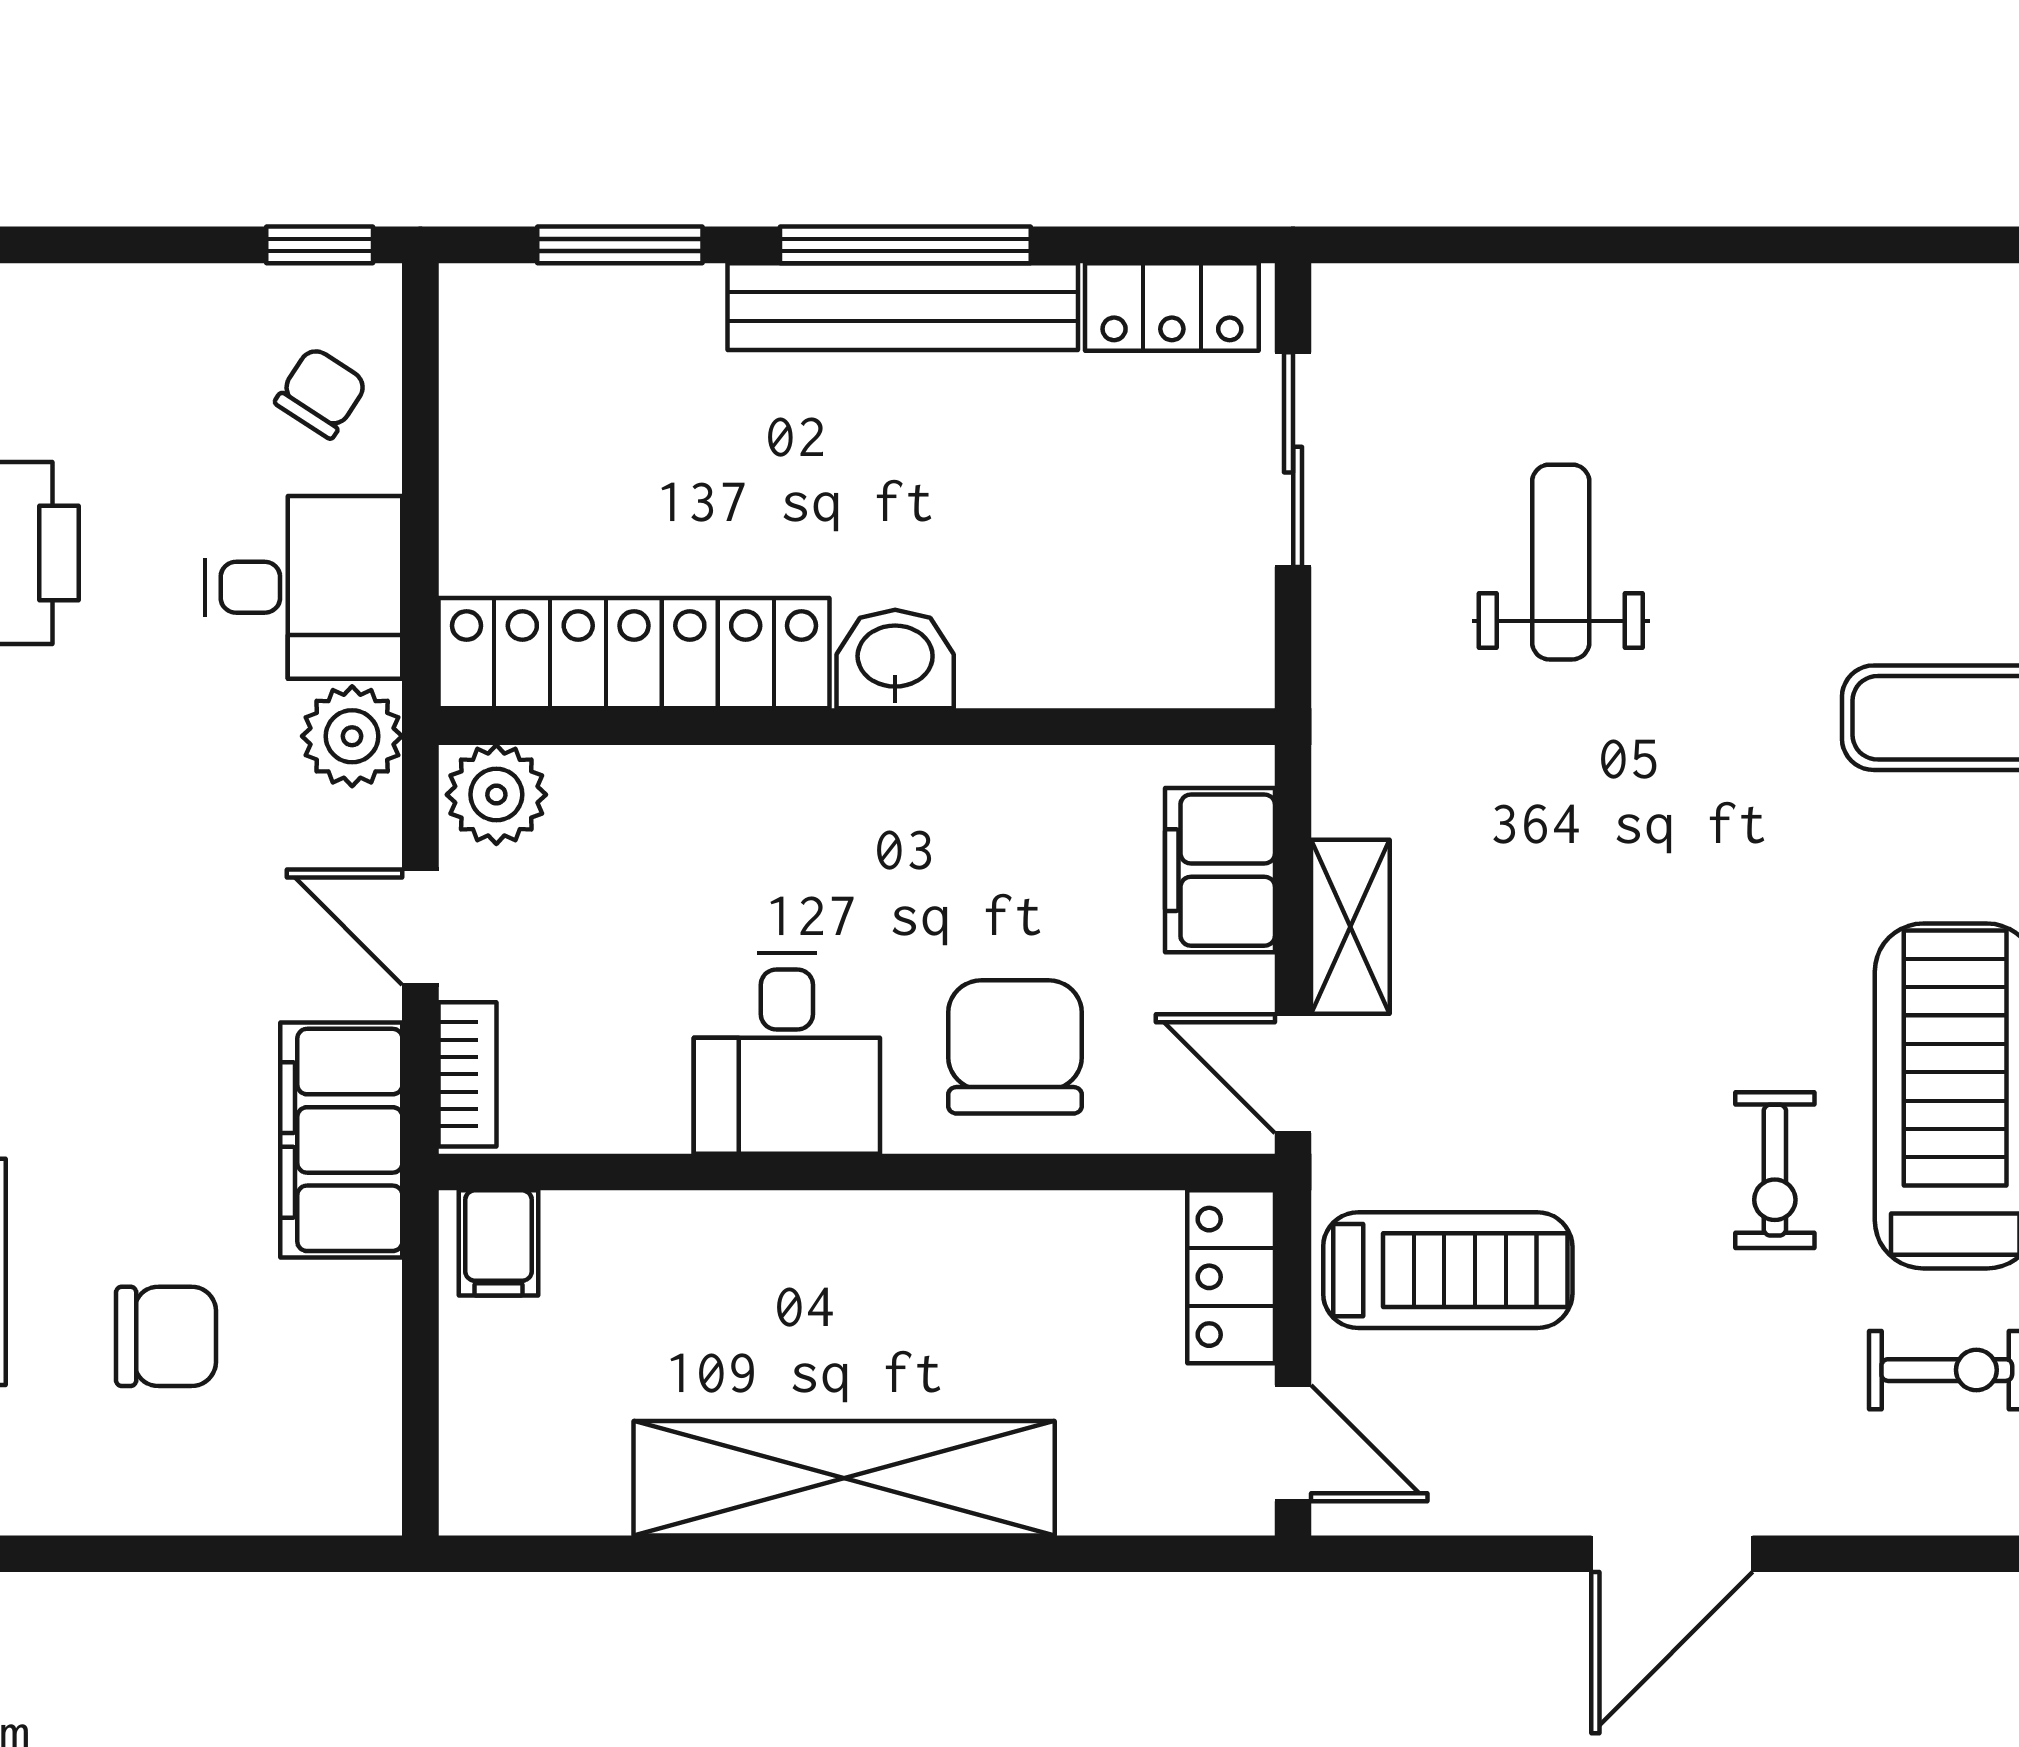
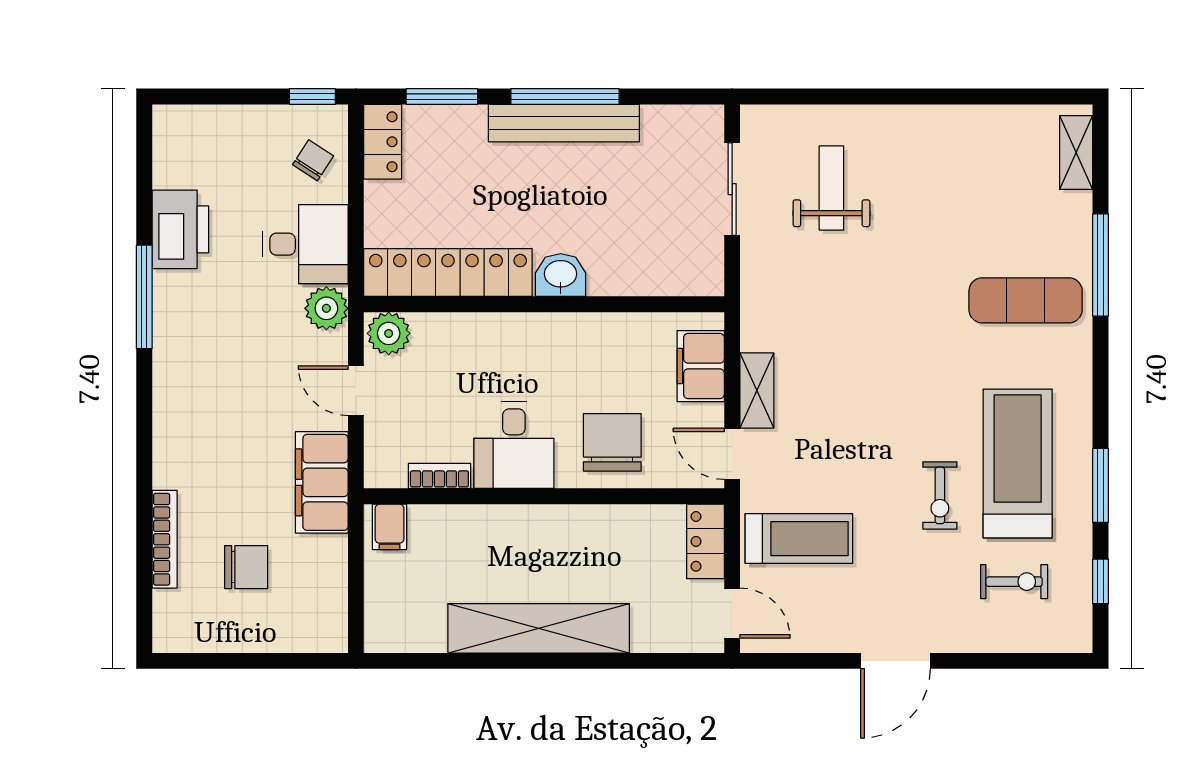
locker: (1172, 307) -> (383, 142), moved, turned -90
weight bench: (1561, 562) -> (831, 188), moved
bookcase: (468, 1074) -> (439, 476), moved, turned -90

